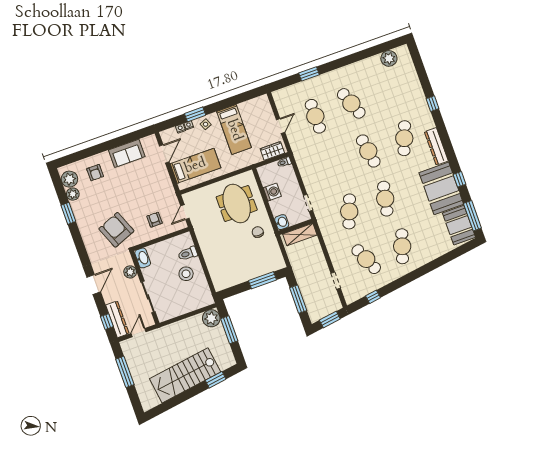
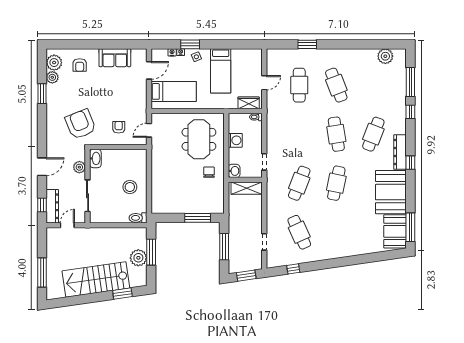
window: (422, 75) -> (410, 82), added
window: (459, 179) -> (410, 163), moved
cafe table: (402, 246) -> (336, 232), removed
toilet: (188, 254) -> (138, 218), moved
plant: (211, 318) -> (138, 258), moved
window: (125, 372) -> (42, 273), moved

